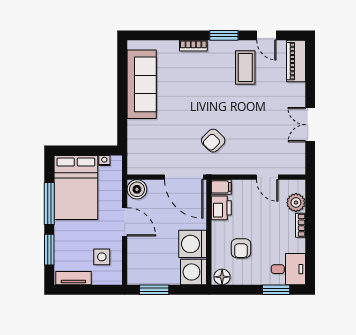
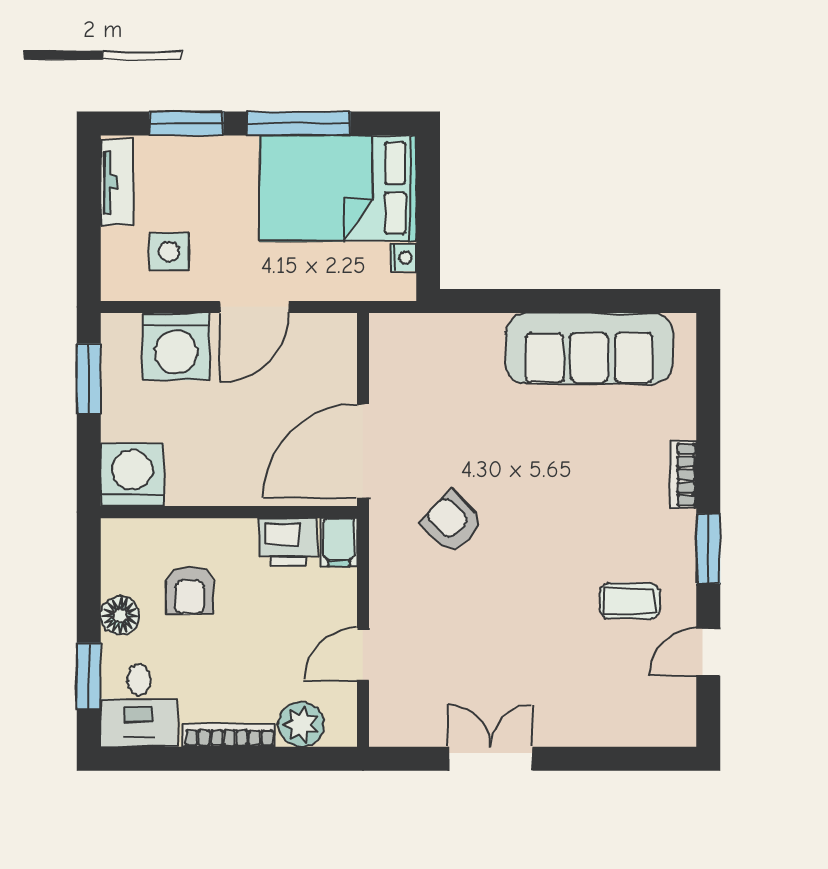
piano: (296, 61) -> (646, 724), removed
coffee table: (245, 68) -> (630, 601), width x0.73, depth x0.77
boiler: (137, 189) -> (333, 337), removed
bookcase: (300, 225) -> (229, 735), width x1.56
washing machine: (193, 244) -> (176, 346), moved, turned 180
armchair: (241, 248) -> (190, 590), turned -90
floor lamp: (222, 277) -> (120, 616), moved

